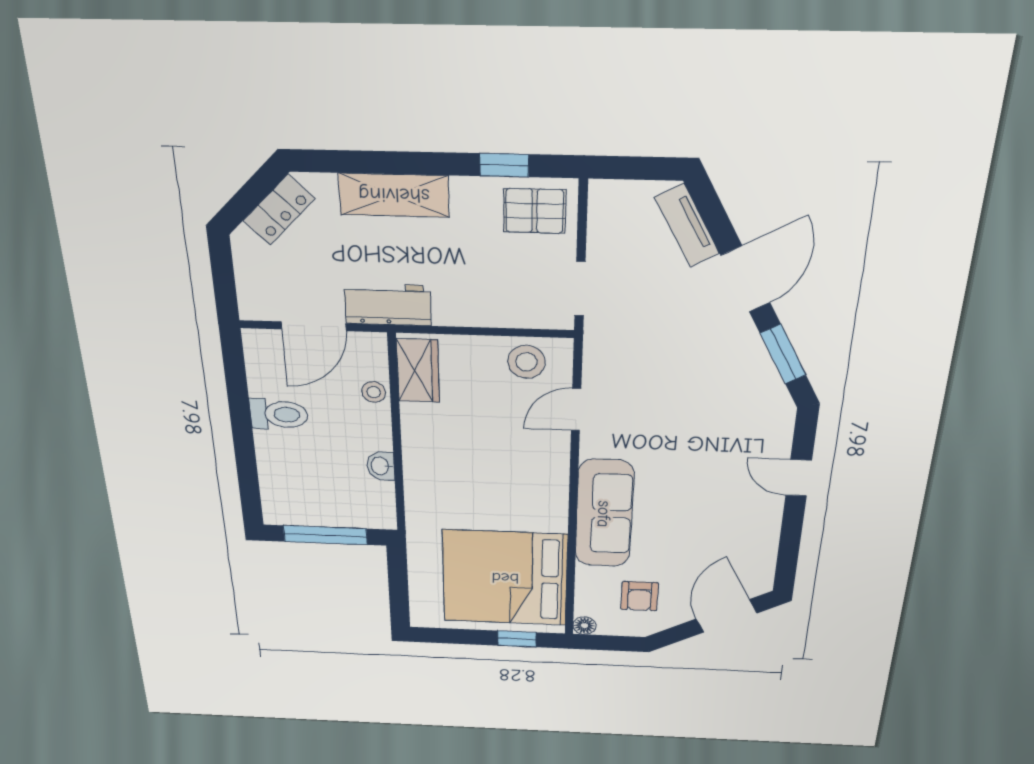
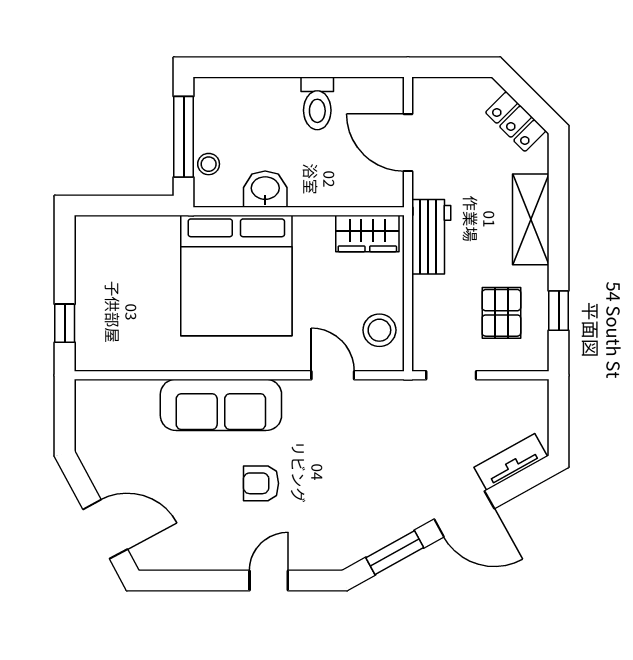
pallet: (535, 211) -> (501, 313), moved
workbench: (388, 304) -> (431, 237), moved
stool: (374, 392) -> (209, 164), moved
washbasin: (381, 466) -> (265, 189), width x1.38, depth x1.45
bed: (505, 578) -> (236, 275), moved, turned 180
armchair: (640, 596) -> (261, 483), moved
floor lamp: (584, 626) -> (86, 390), removed

